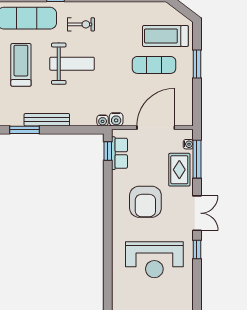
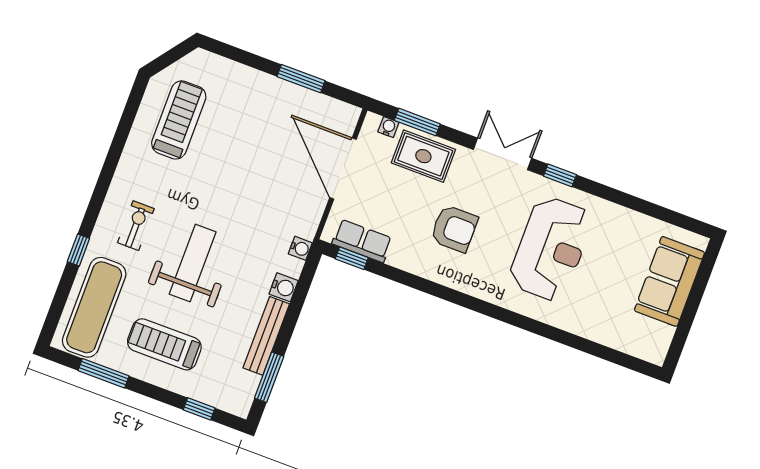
treadmill: (165, 36) -> (179, 120), moved, turned 180
window: (197, 64) -> (301, 79), moved
exercise mat: (154, 65) -> (243, 134), removed
water cooler: (116, 119) -> (284, 287), moved
window: (197, 159) -> (417, 122), width x0.69
armchair: (145, 202) -> (454, 229), width x0.73, depth x0.73

